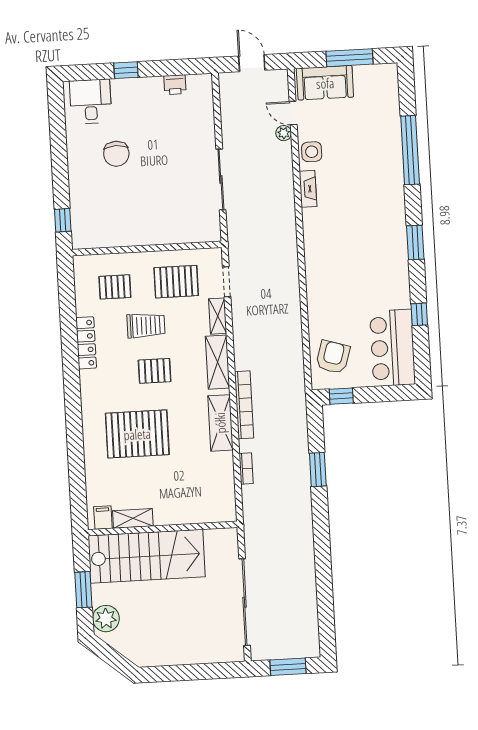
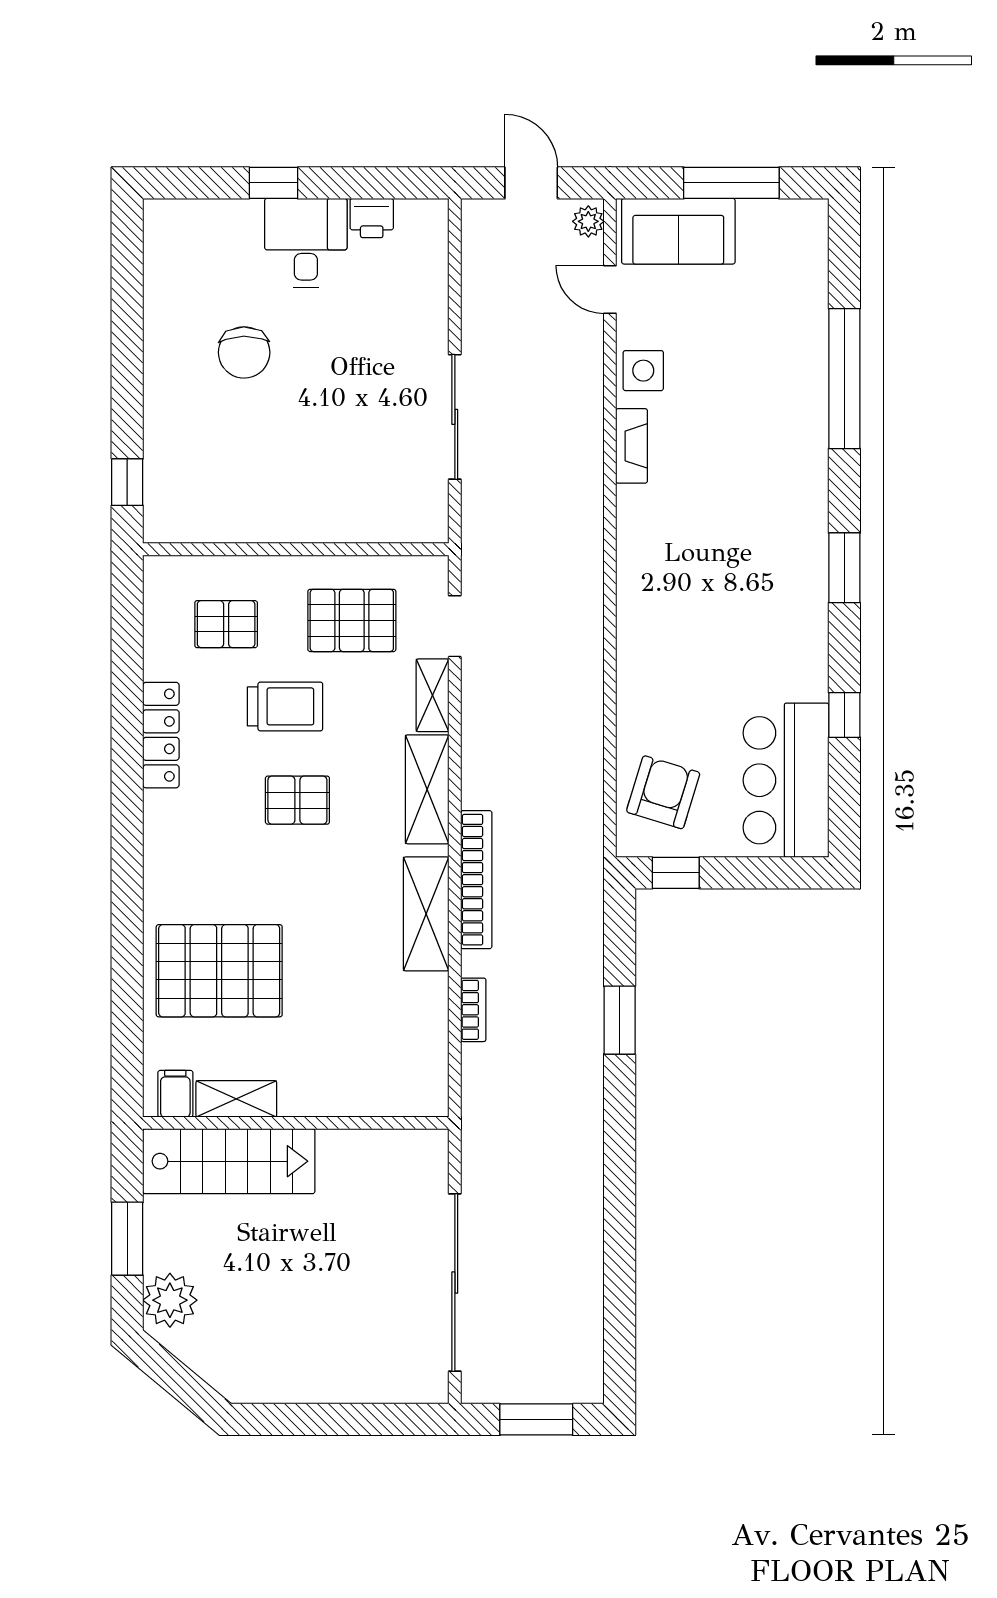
desk: (91, 101) -> (306, 243), moved
plant: (284, 133) -> (588, 221), moved
pallet: (137, 434) -> (219, 971), moved
stairs: (147, 556) -> (229, 1161), width x0.73, depth x0.66

